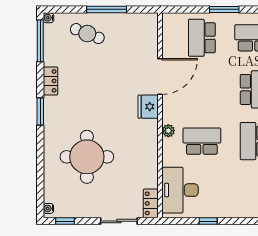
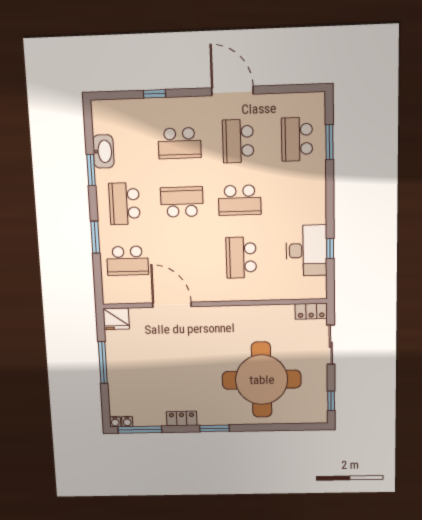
cafe table: (87, 34) -> (130, 382), removed
fridge: (148, 107) -> (116, 319), moved
plant: (168, 131) -> (231, 294), removed
round table: (87, 157) -> (262, 380), width x1.36, depth x1.36
desk: (180, 190) -> (306, 251), moved, turned -90
water cooler: (48, 208) -> (127, 422), moved

